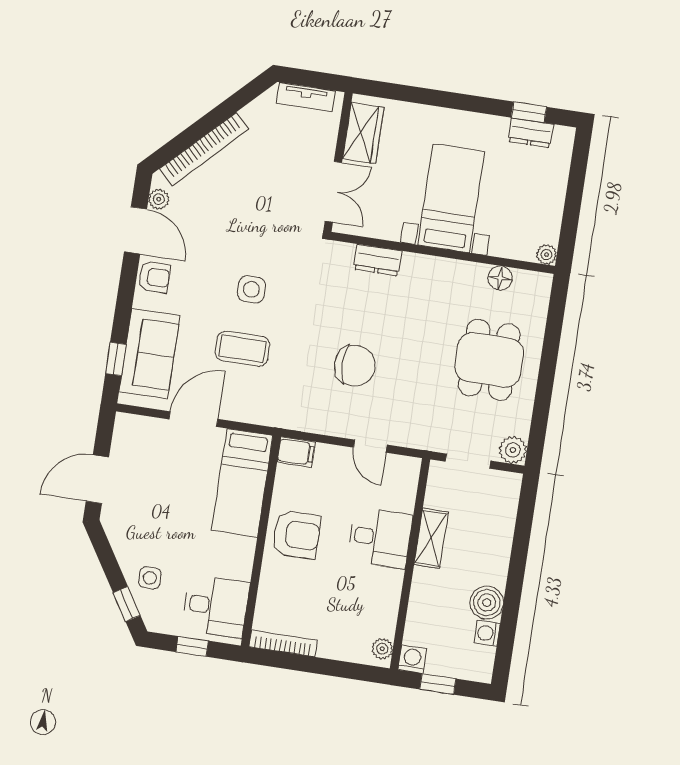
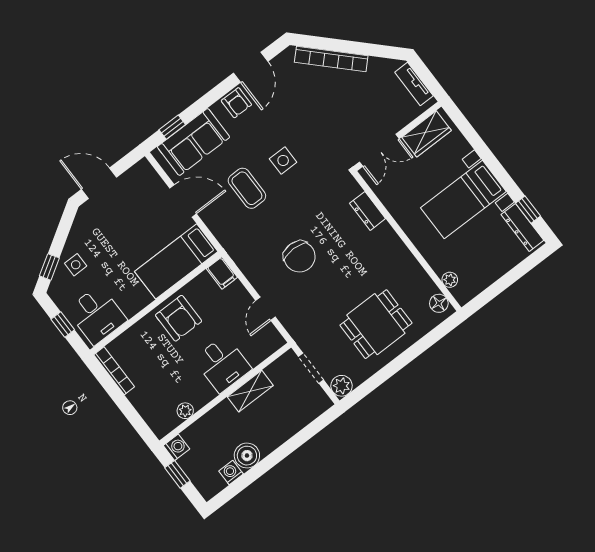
dresser: (531, 133) -> (522, 227), width x1.44
bed with nightstands: (451, 198) -> (463, 200), moved, turned 180
plant: (159, 199) -> (280, 62), removed
plant: (547, 255) -> (450, 280), moved
floor lamp: (500, 278) -> (439, 303), moved
plant: (382, 649) -> (185, 411), moved

